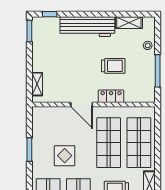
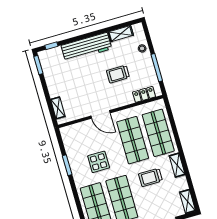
trolley: (113, 66) -> (118, 74), turned 180
locker: (111, 96) -> (144, 94), moved

